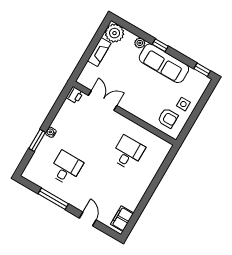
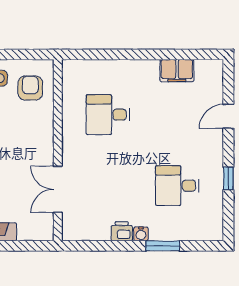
printer: (75, 95) -> (122, 231), moved
window: (53, 199) -> (228, 178), width x0.46
filing cabinet: (122, 219) -> (177, 71), moved

